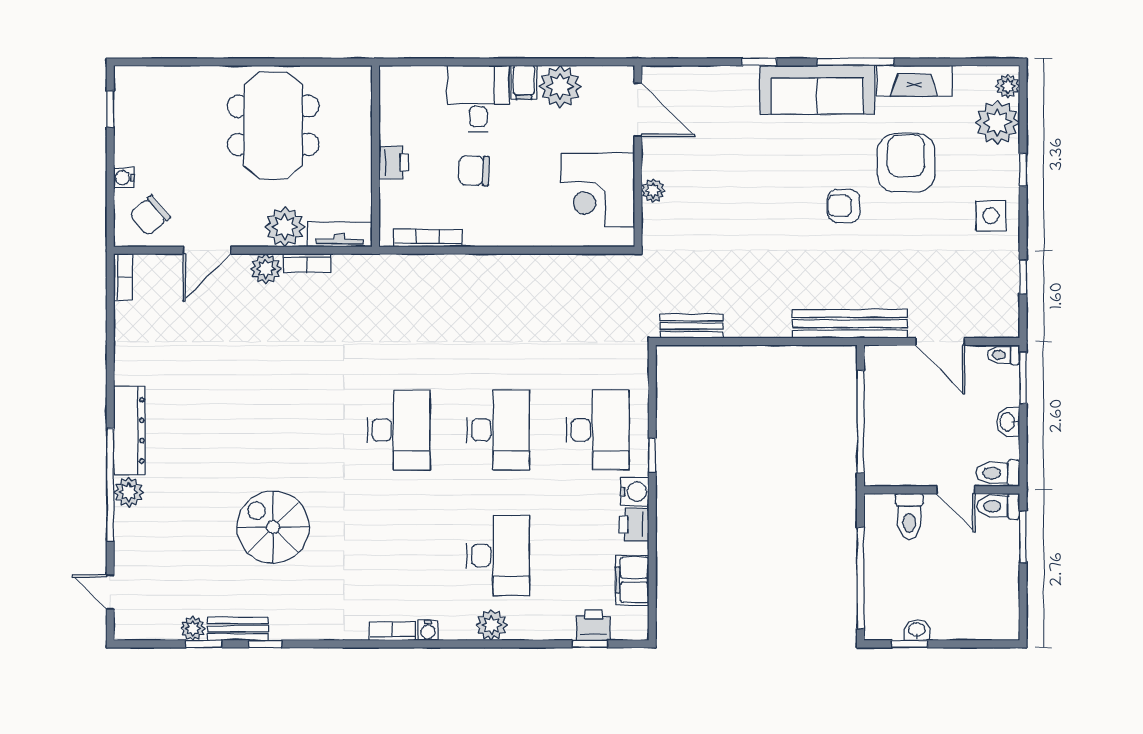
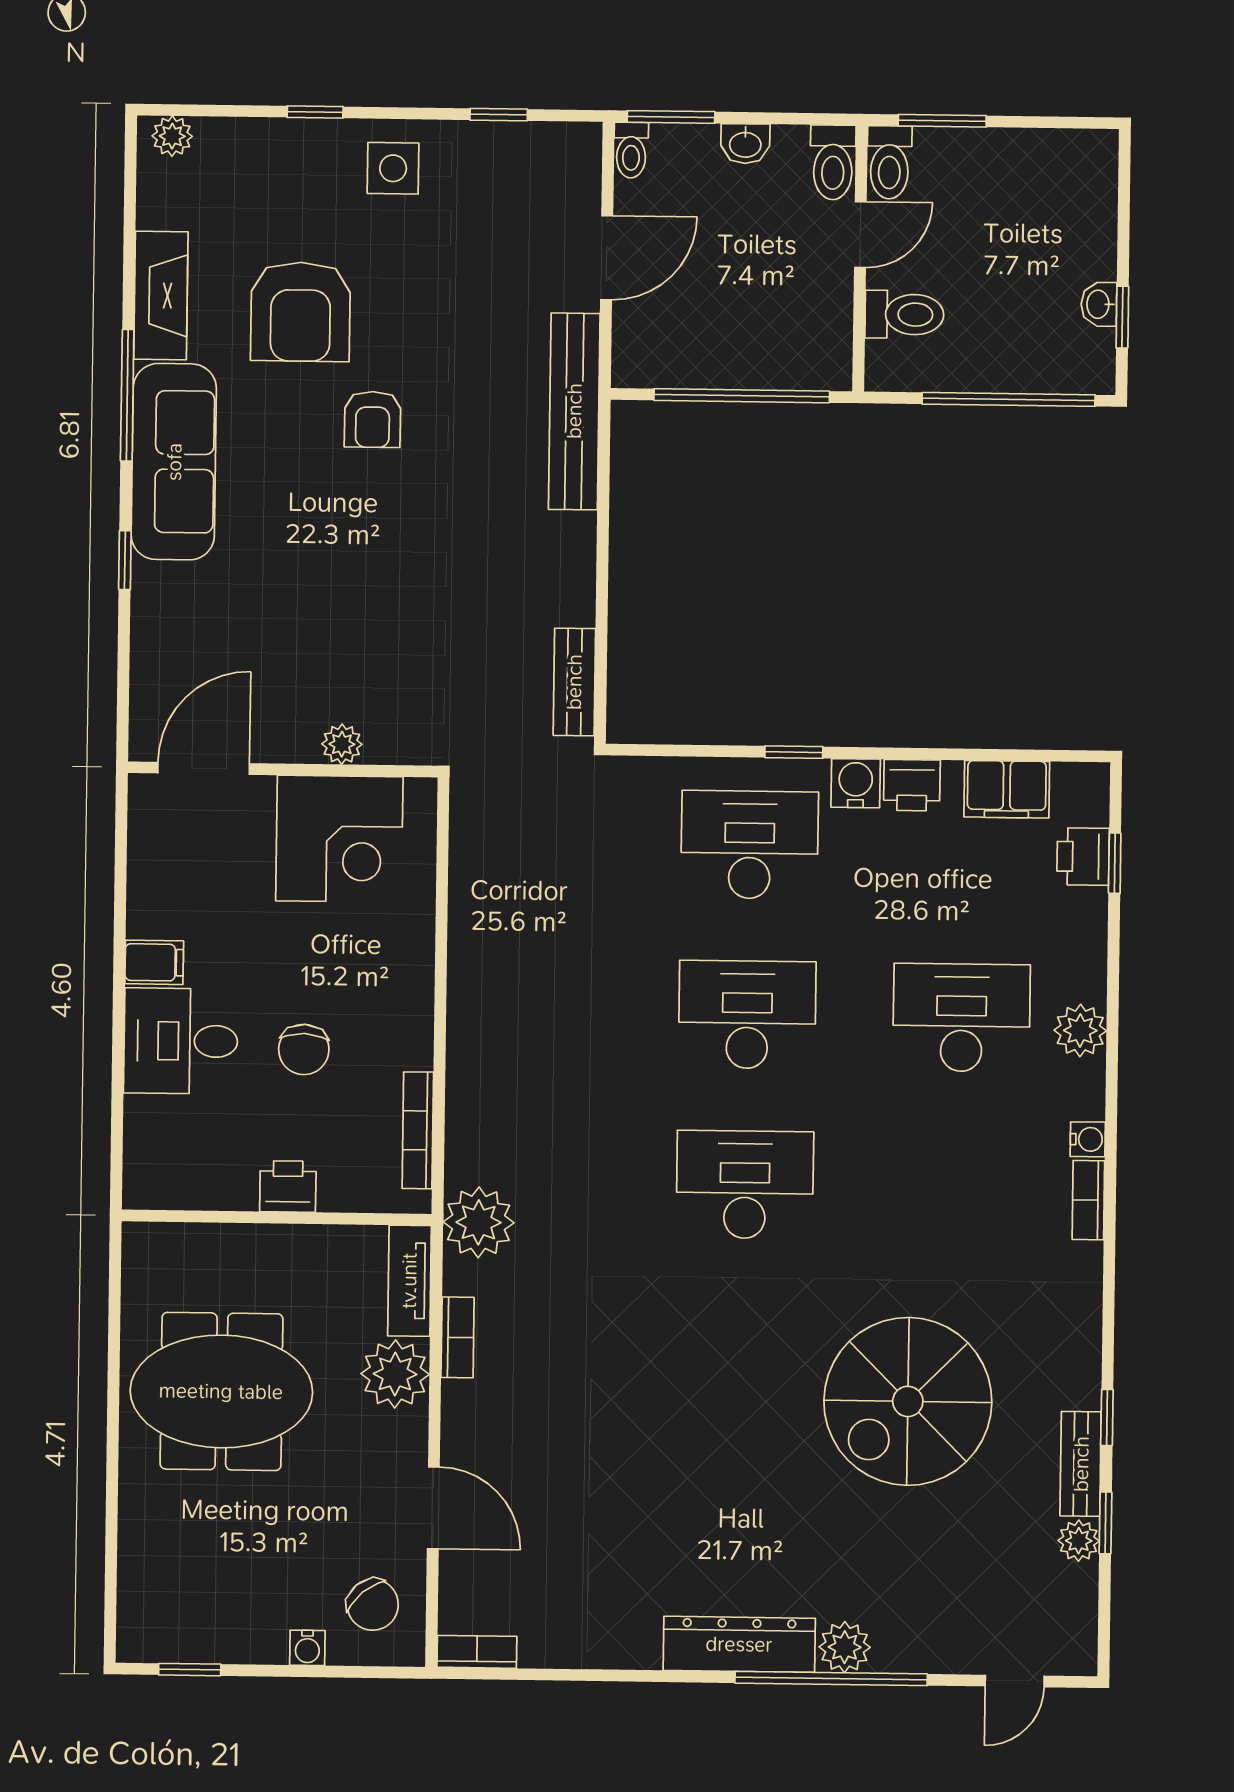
plant: (560, 86) -> (162, 901), removed
plant: (997, 123) -> (234, 155), removed
armchair: (906, 163) -> (301, 312), turned -90
plant: (266, 269) -> (479, 1222), moved, width x1.36, depth x1.36
spiral stairs: (273, 527) -> (908, 1401), width x1.37, depth x1.37

